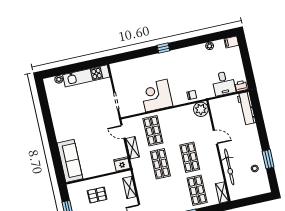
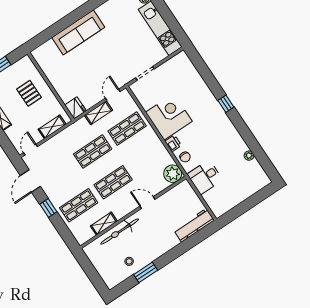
filing cabinet: (231, 42) -> (263, 179), removed
desk: (224, 83) -> (205, 177), moved
printer: (241, 86) -> (173, 143), moved
door: (215, 137) -> (147, 203), swing flipped
sofa: (70, 161) -> (78, 32), moved
shelving: (222, 193) -> (104, 224), moved

